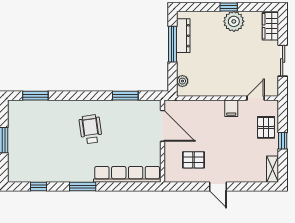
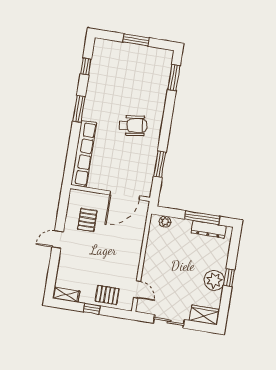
filing cabinet: (231, 108) -> (131, 264), removed

